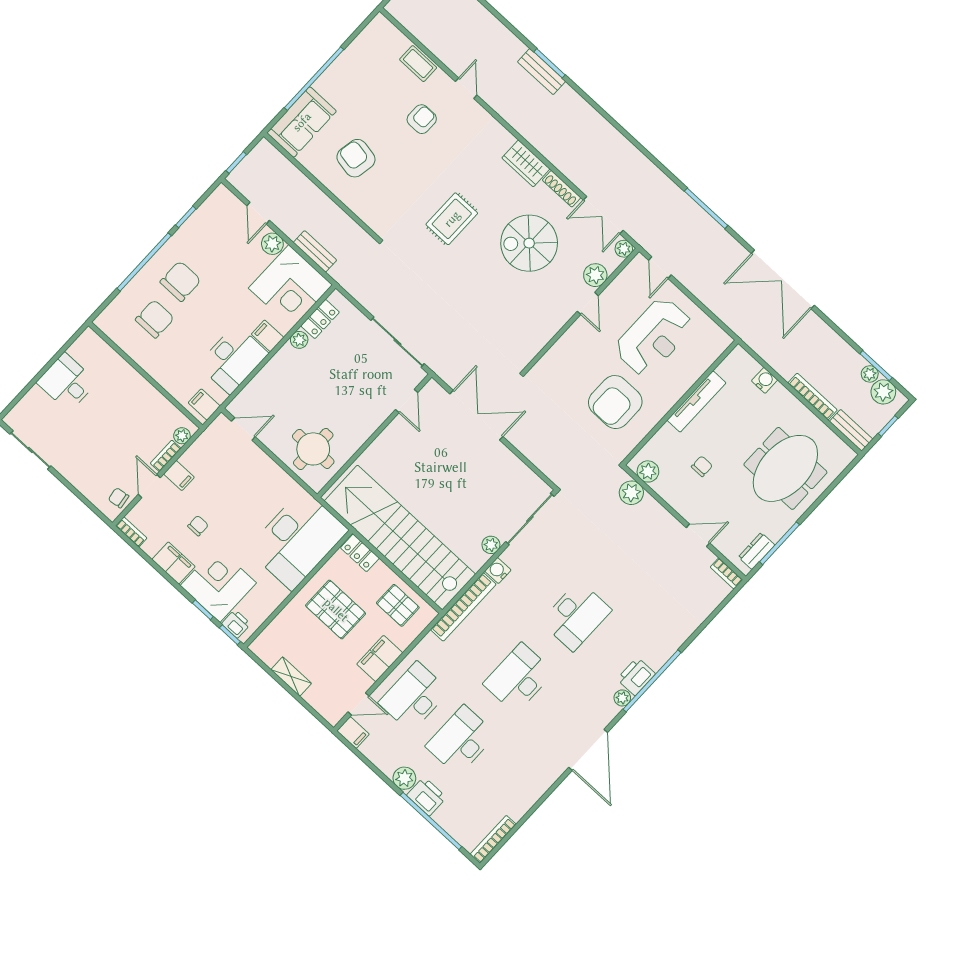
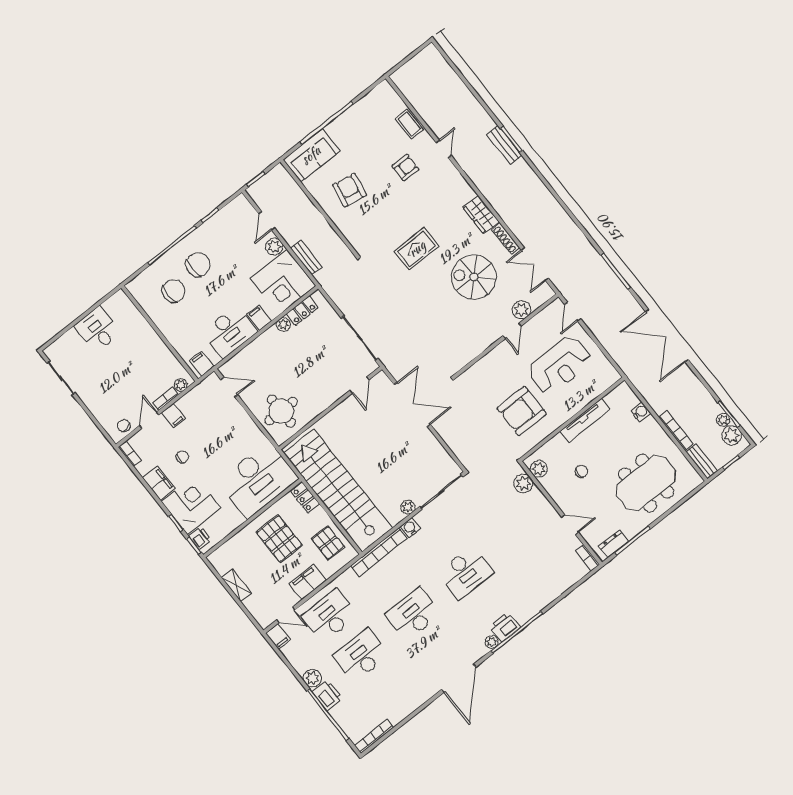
plant: (624, 249) -> (547, 293), removed

